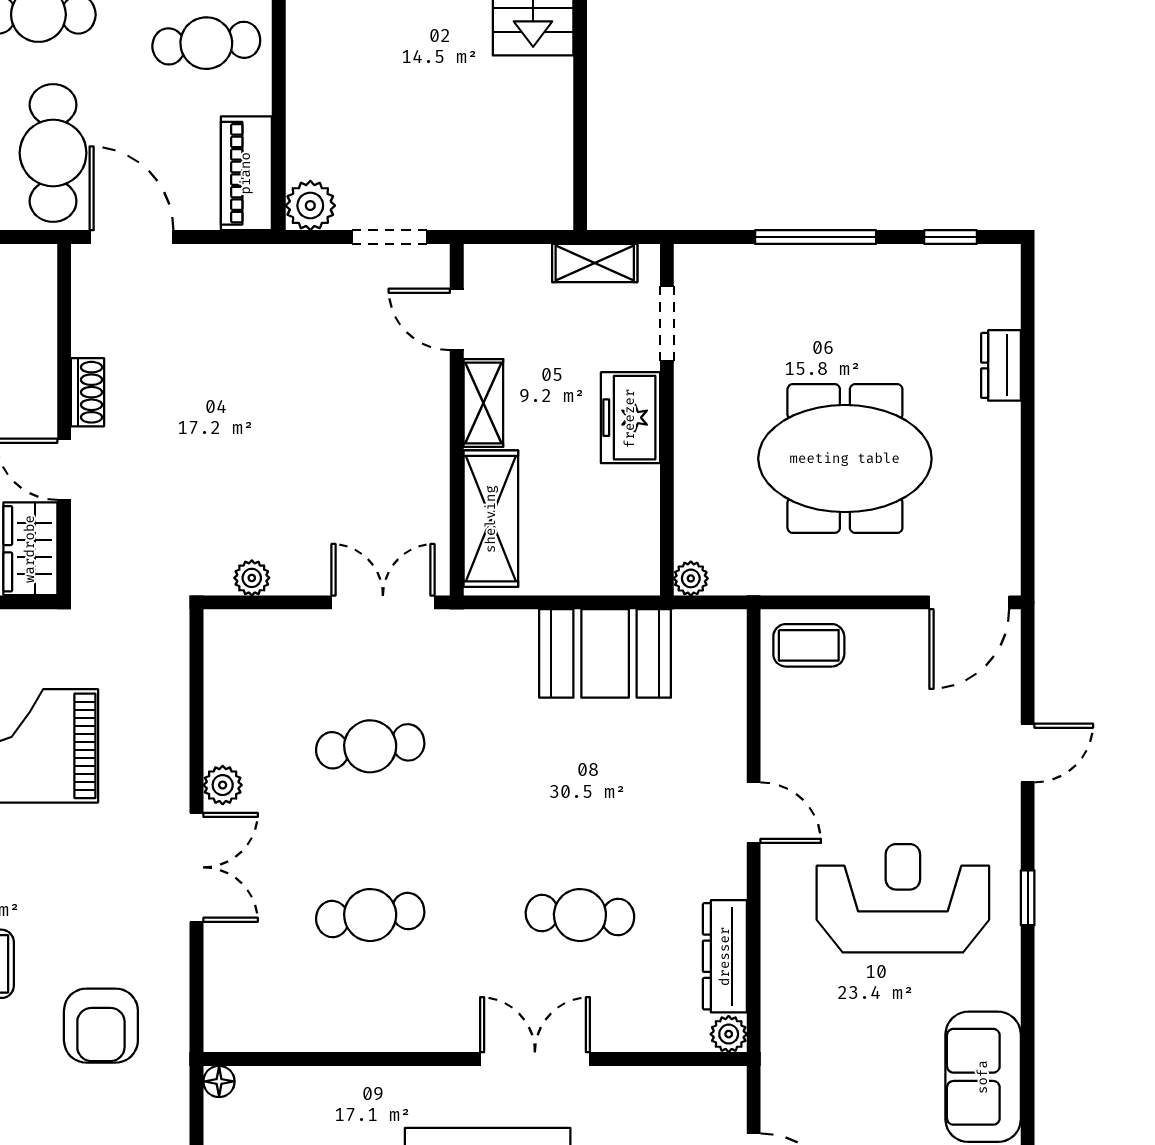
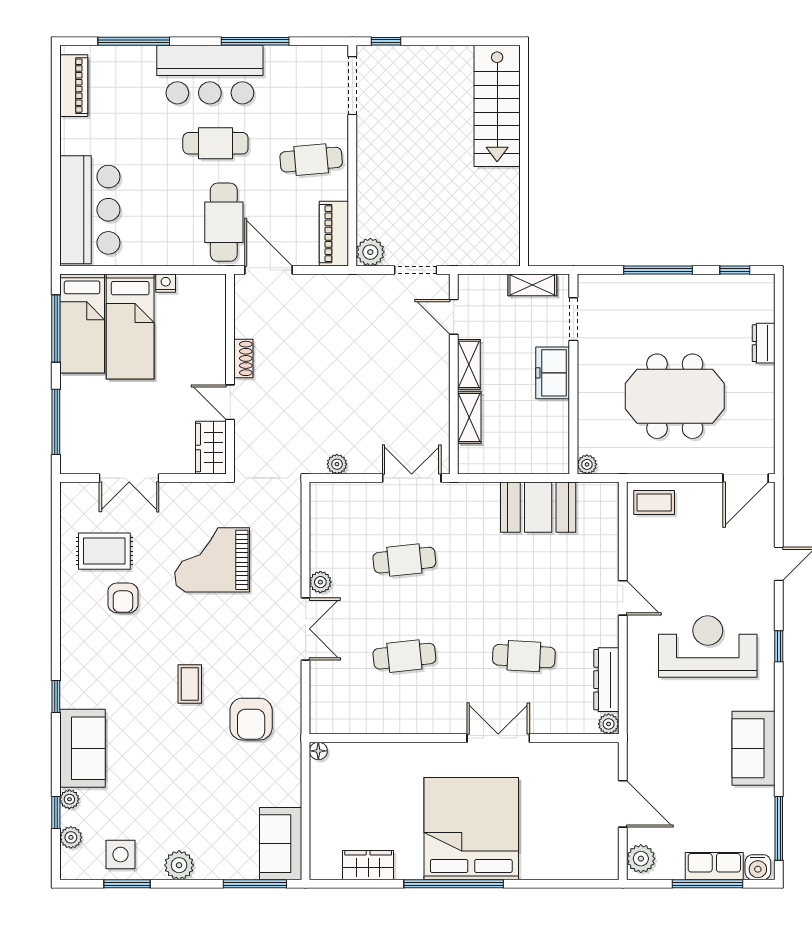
shelving: (491, 519) -> (469, 417), width x0.67, depth x0.75

